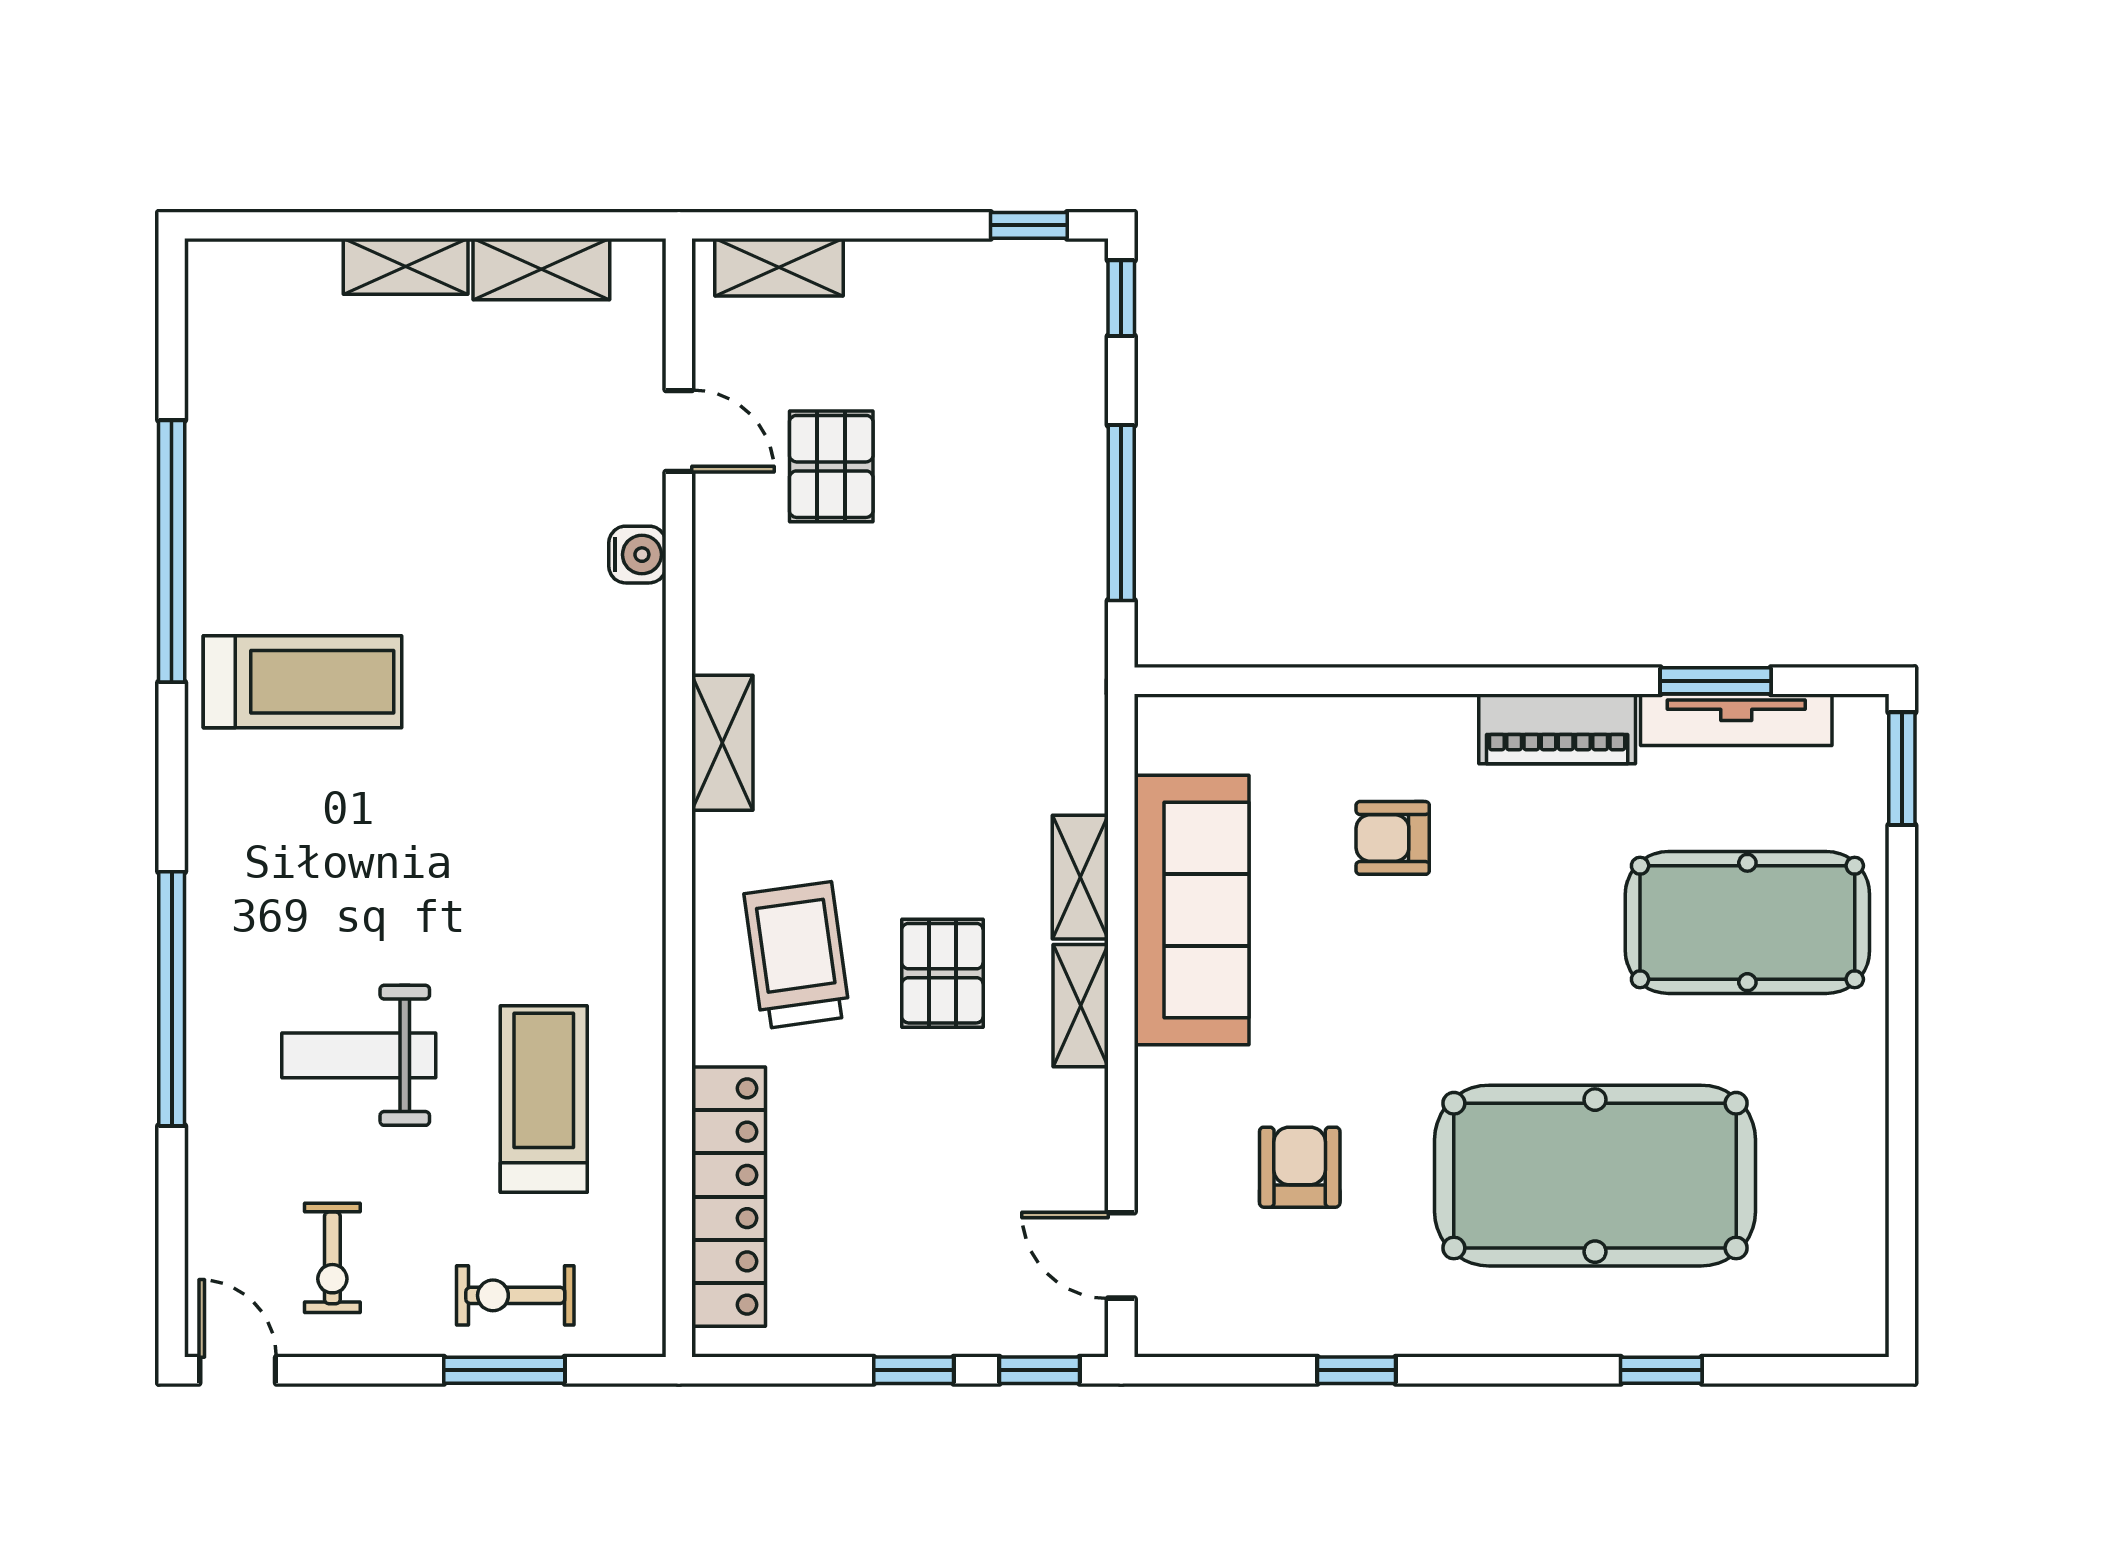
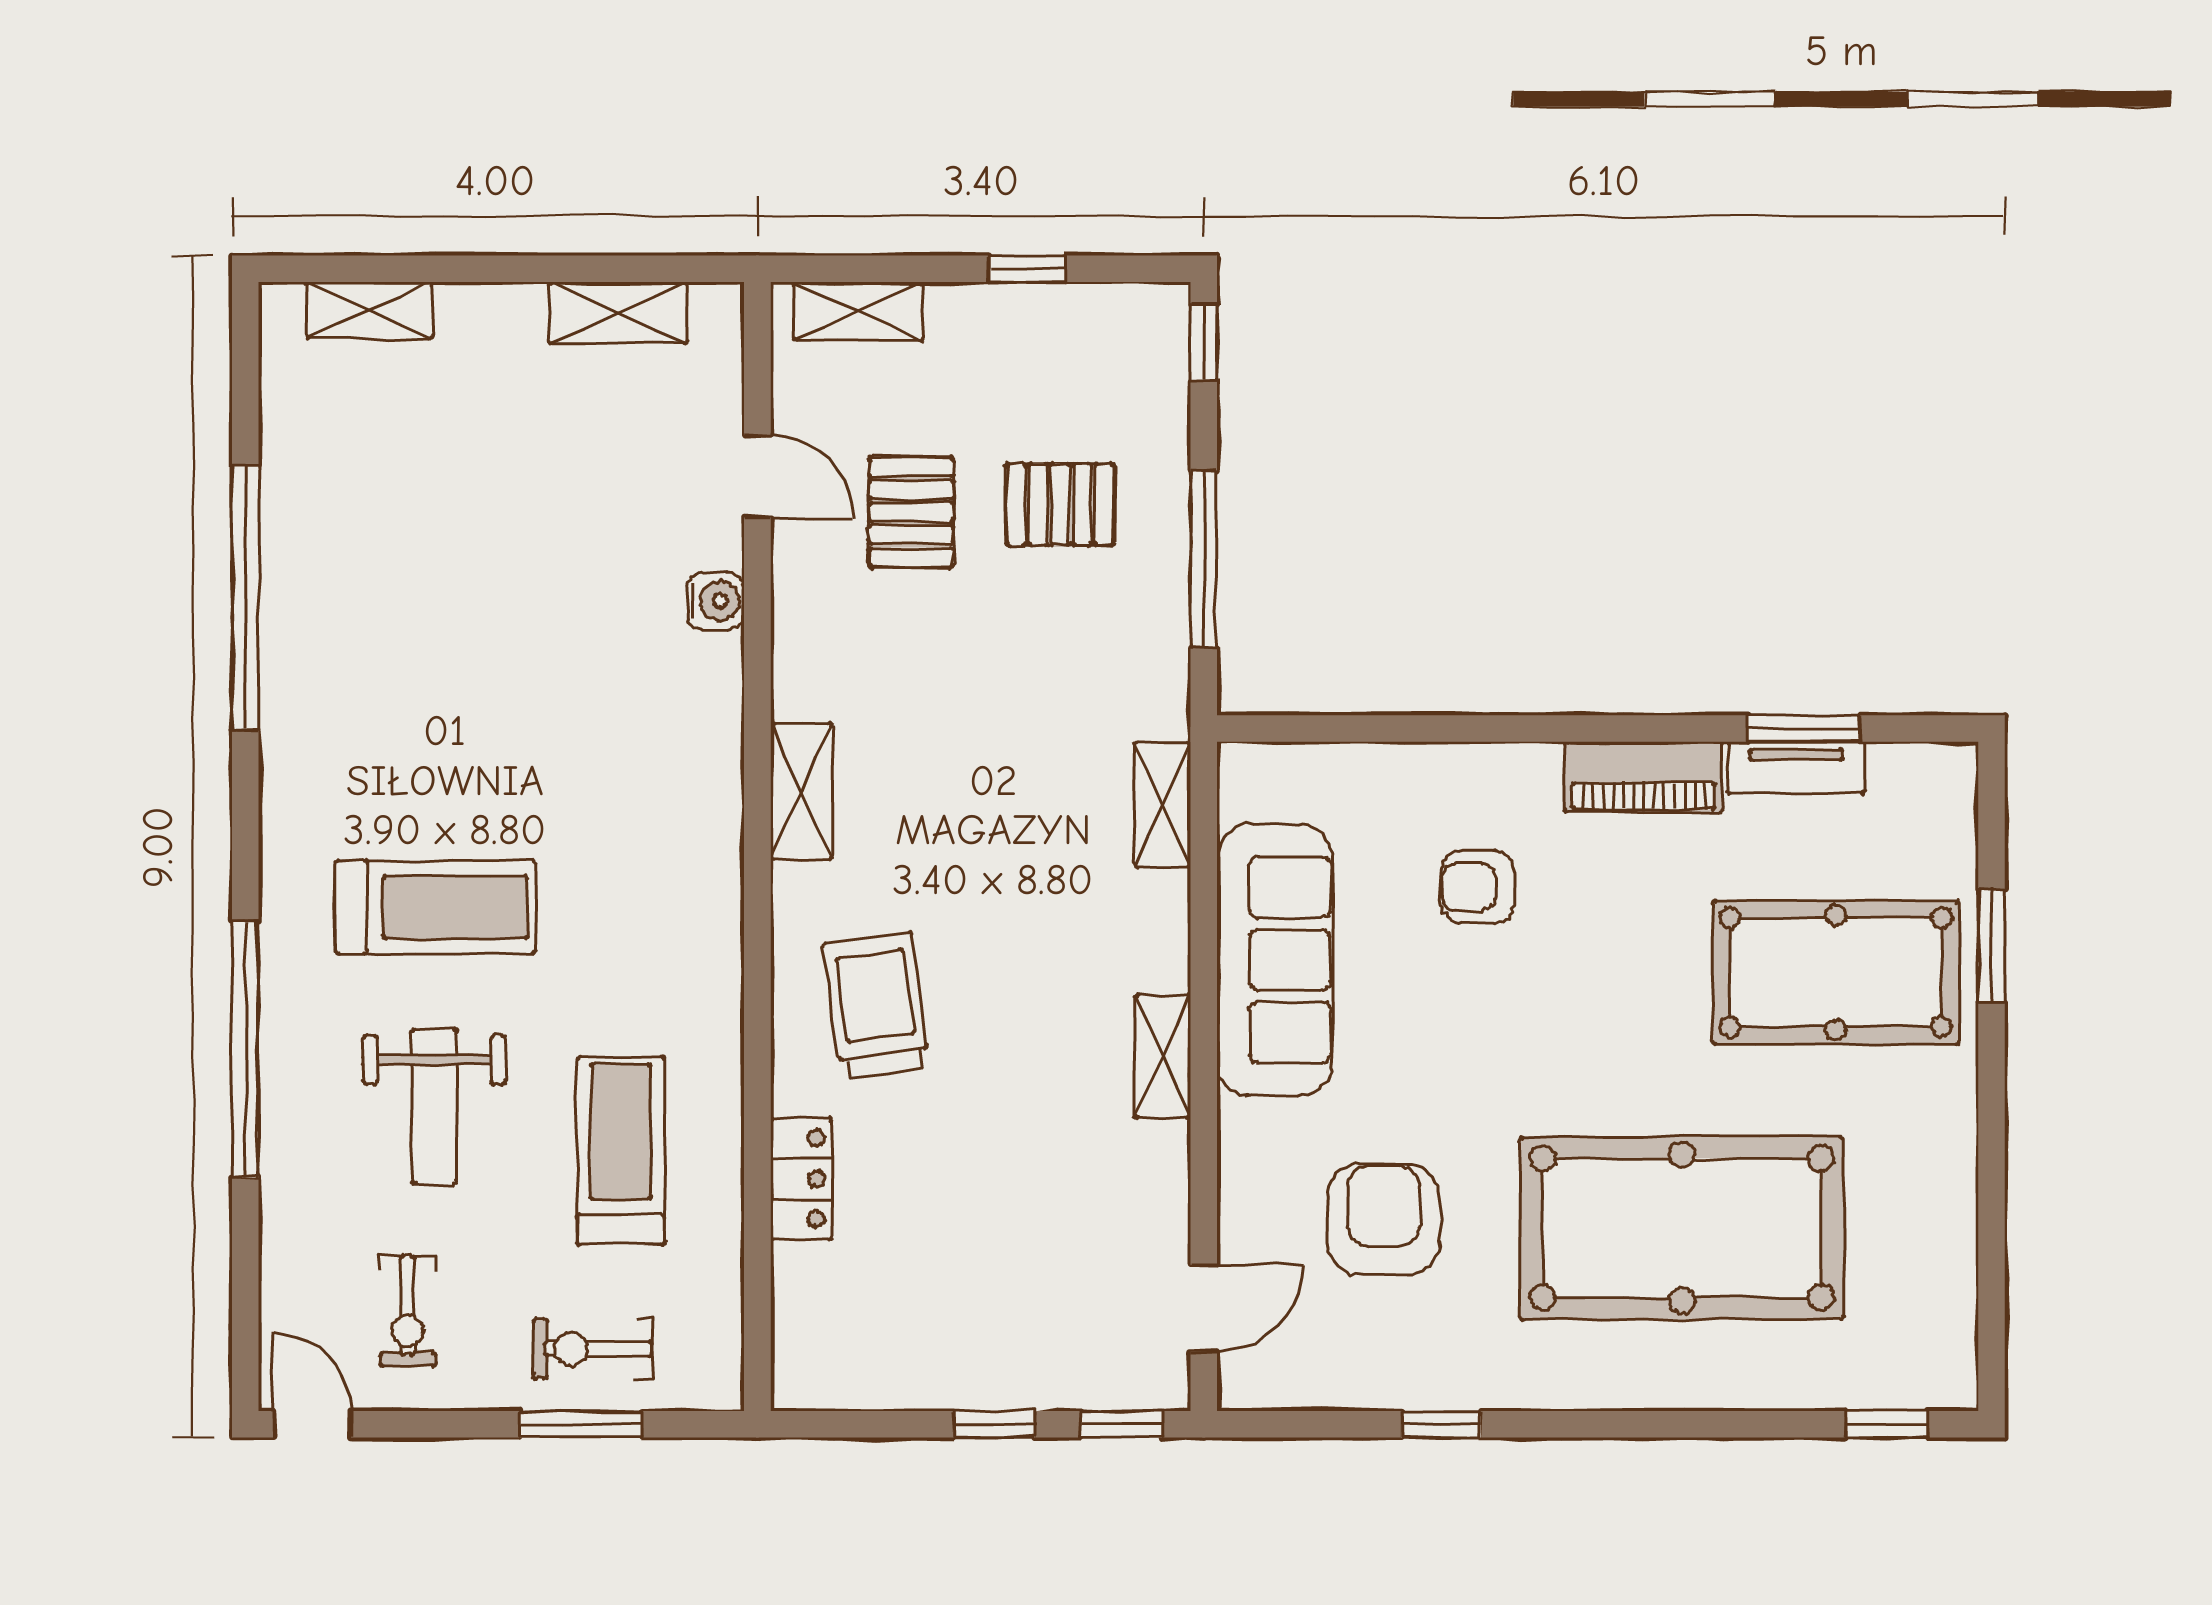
window: (1029, 225) -> (1027, 269), moved
shelving: (406, 266) -> (369, 310), moved
treadmill: (303, 682) -> (435, 907), moved
tv unit: (1736, 720) -> (1796, 768), width x0.71
window: (1902, 769) -> (1992, 946), moved
shelving: (1080, 877) -> (1162, 805), moved
pallet: (942, 973) -> (1060, 505), moved, turned 90
weight bench: (359, 1055) -> (434, 1106), turned -90
armchair: (1300, 1167) -> (1384, 1219), width x1.38, depth x1.38
locker: (729, 1197) -> (801, 1179), width x0.46, depth x0.83
door: (1121, 1255) -> (1204, 1308), swing flipped
window: (1661, 1370) -> (1886, 1424), moved

